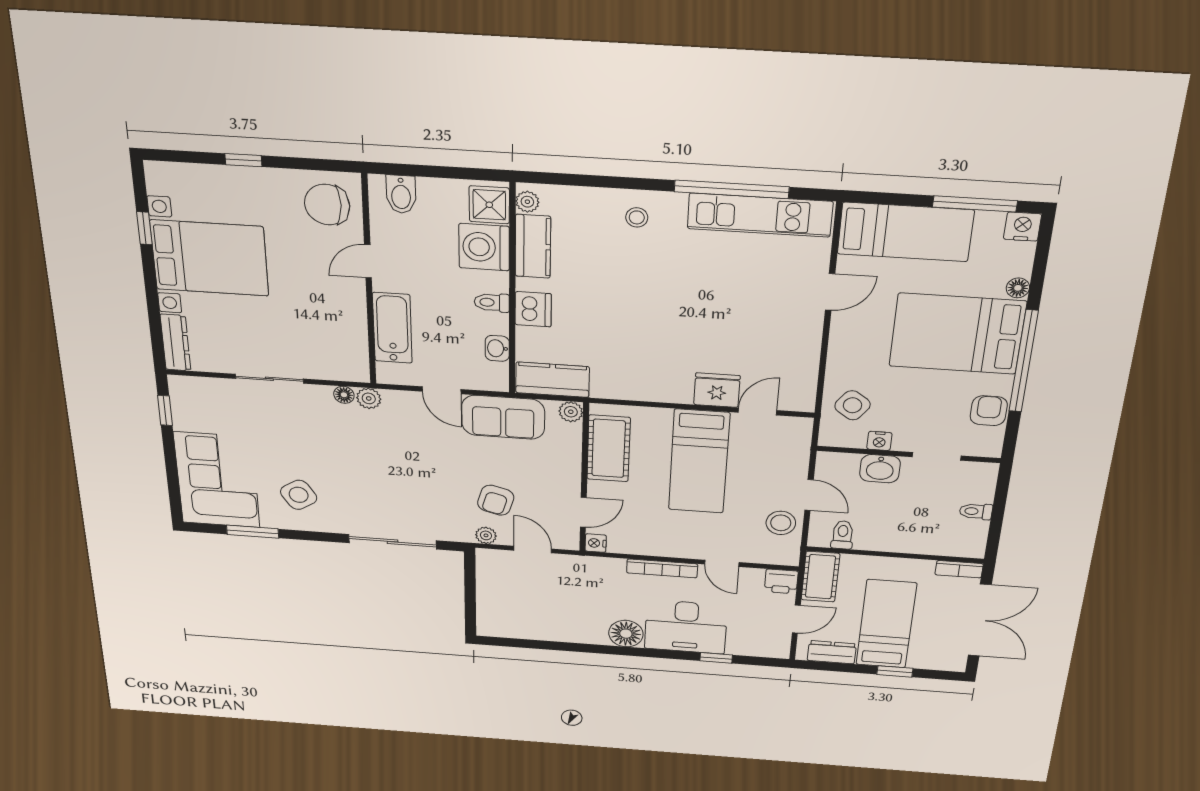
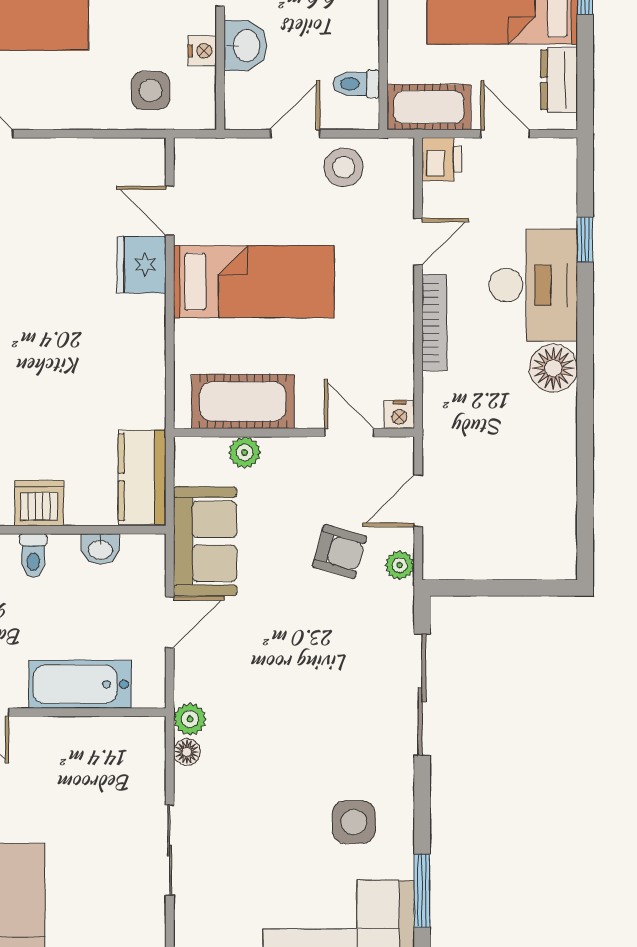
side table: (852, 405) -> (151, 90), turned -36
plant: (571, 412) -> (245, 452), moved
side table: (299, 495) -> (354, 822), turned 33

